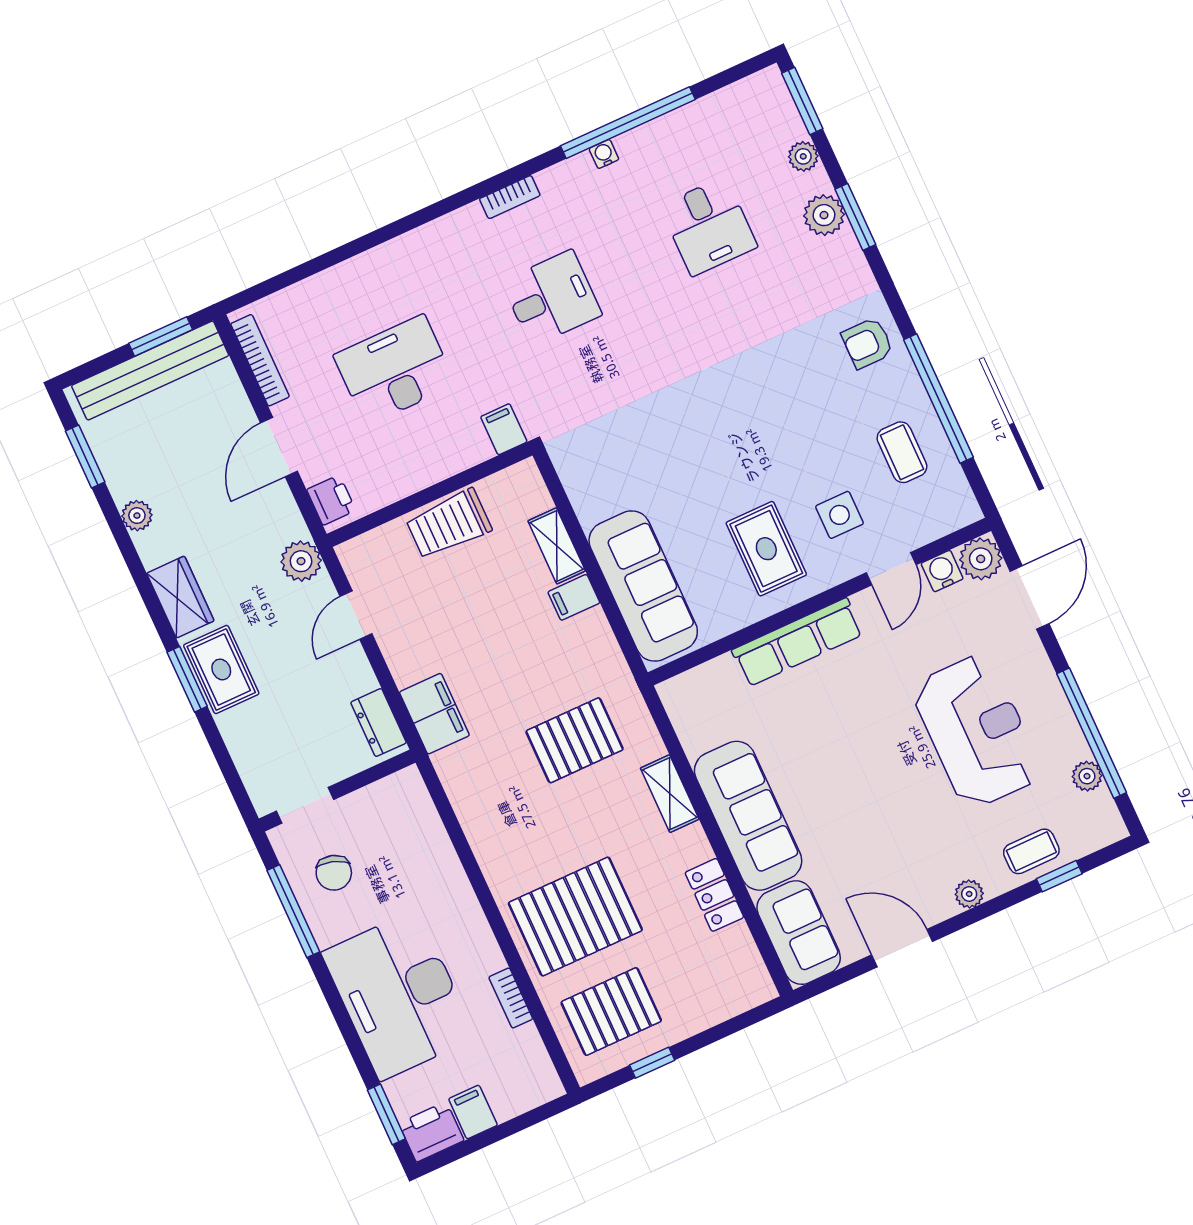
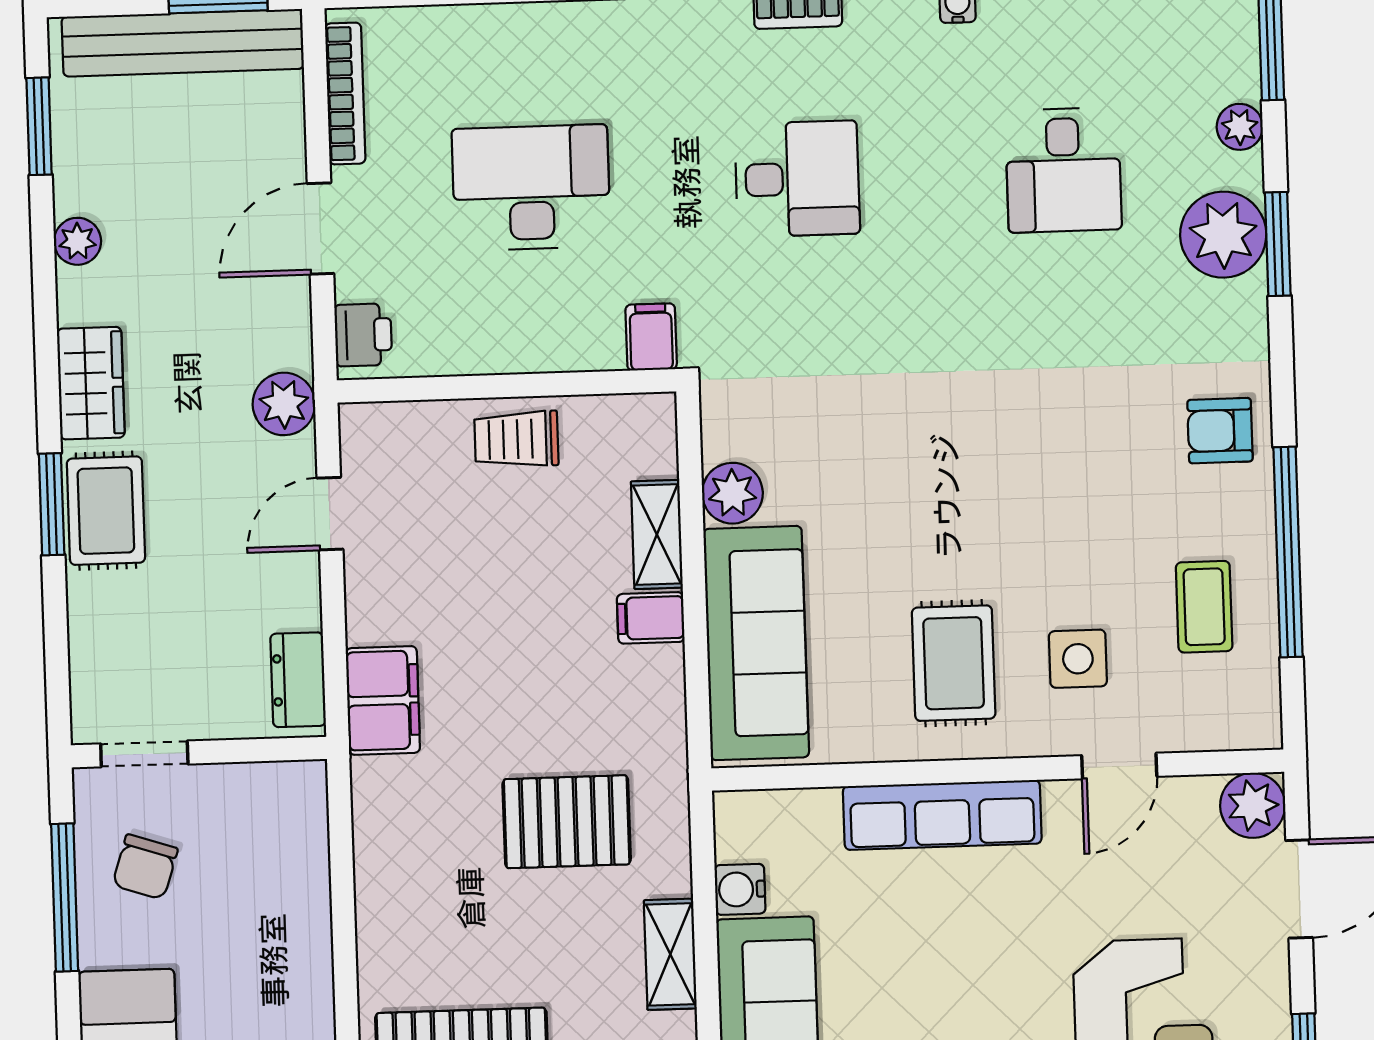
plant: (824, 215) -> (1223, 235), width x1.36, depth x1.36
plant: (591, 502) -> (732, 493), added
trolley: (449, 524) -> (516, 439), width x0.73, depth x0.72
water cooler: (942, 571) -> (740, 889), moved, turned -90

